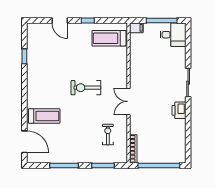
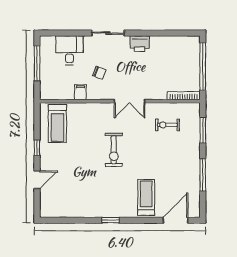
filing cabinet: (136, 28) -> (81, 92), moved
desk: (173, 35) -> (69, 50), moved
window: (24, 56) -> (110, 220), moved
chair: (153, 75) -> (99, 73), added

